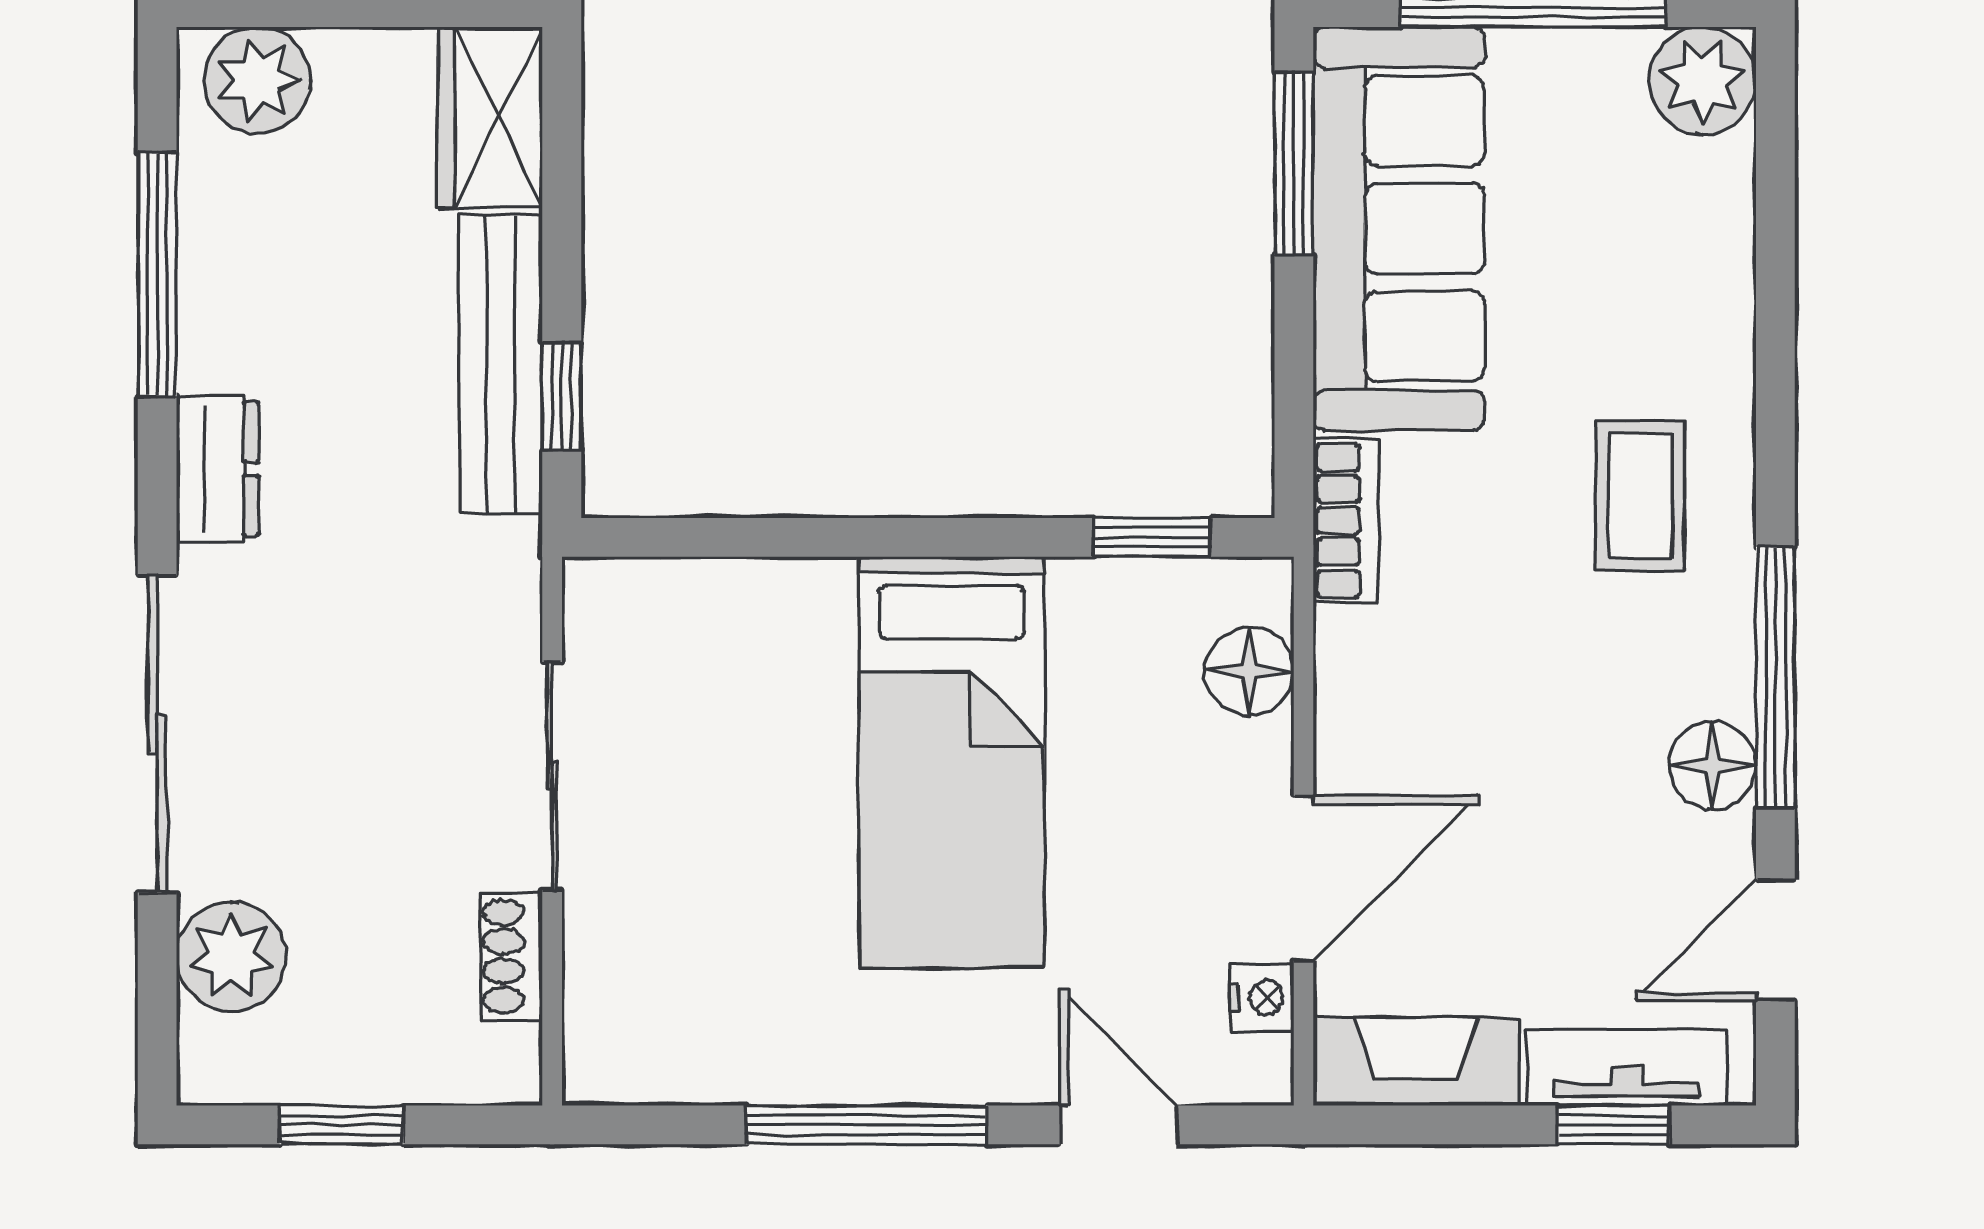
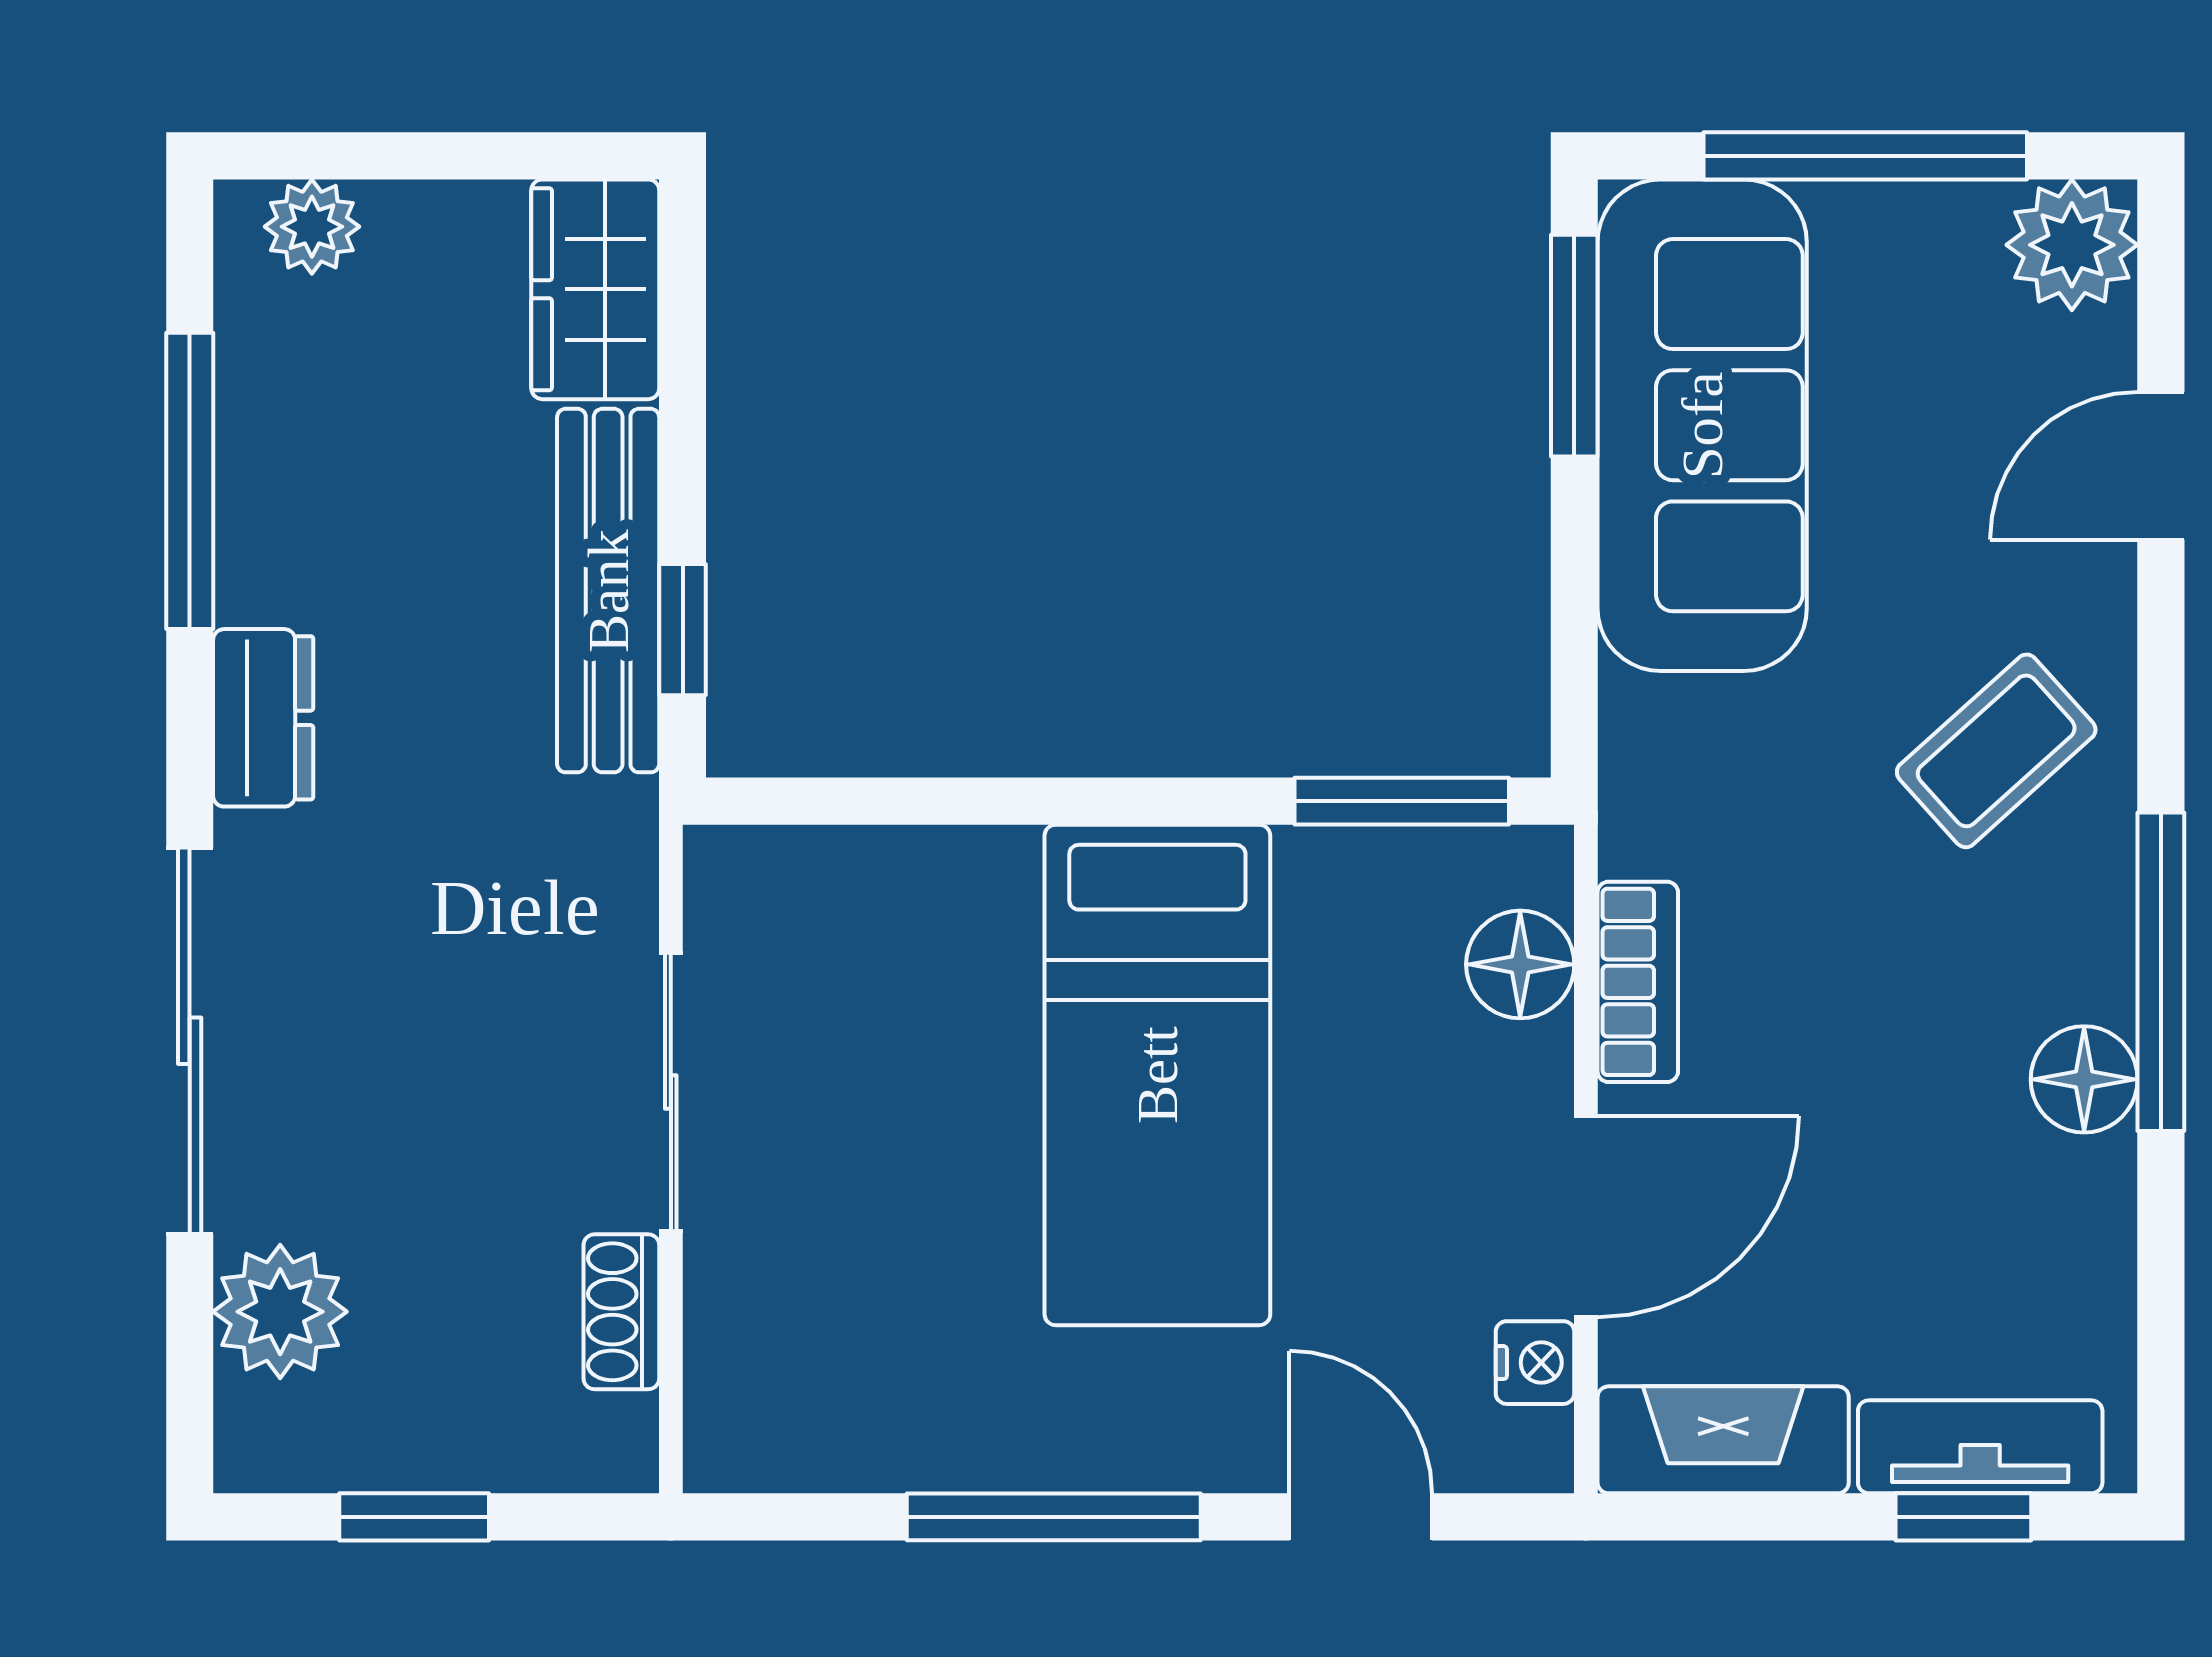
plant: (258, 80) -> (312, 227), width x0.73, depth x0.73
coffee table: (1640, 496) -> (1996, 751), turned 48
bookcase: (1346, 521) -> (1638, 982), moved
window: (1152, 537) -> (1402, 801), width x1.50
door: (1775, 940) -> (2161, 466), moved

